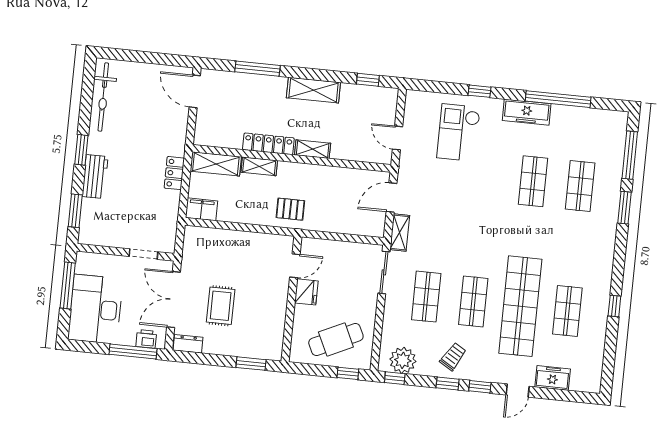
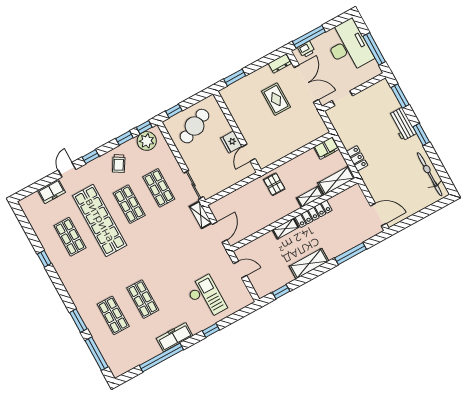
pallet: (290, 209) -> (274, 184), turned 90
window: (448, 383) -> (124, 138), moved

